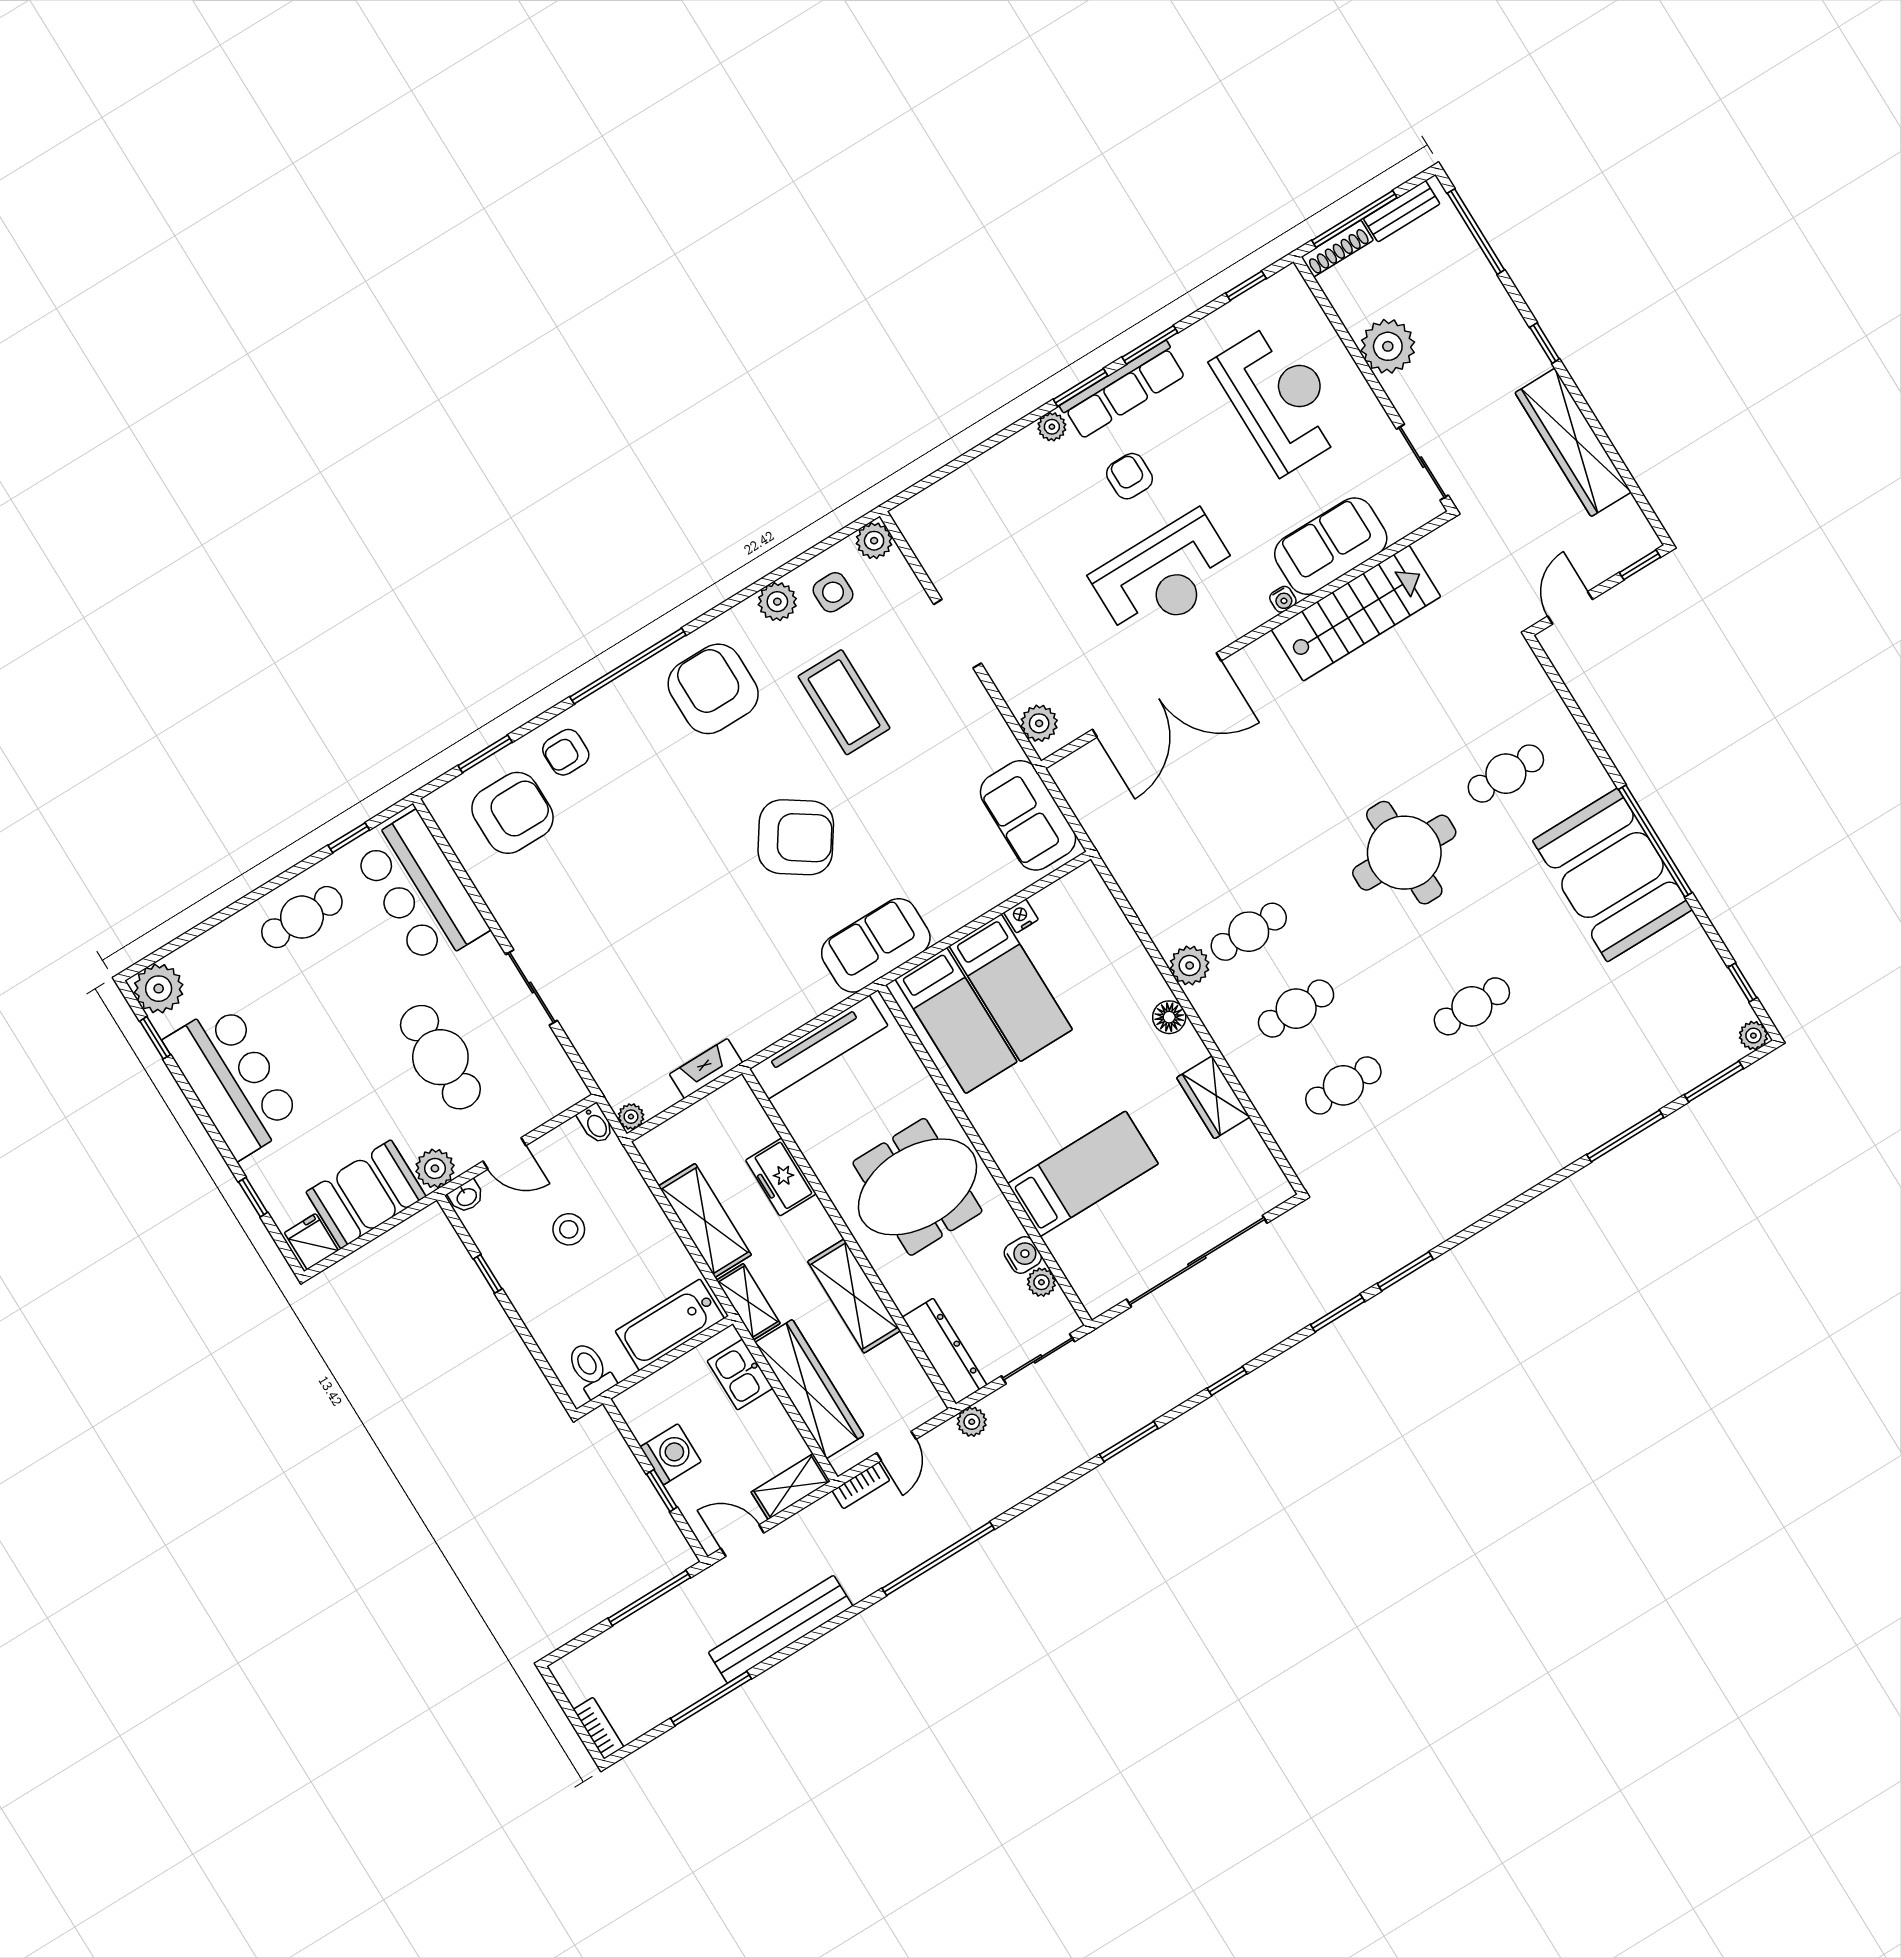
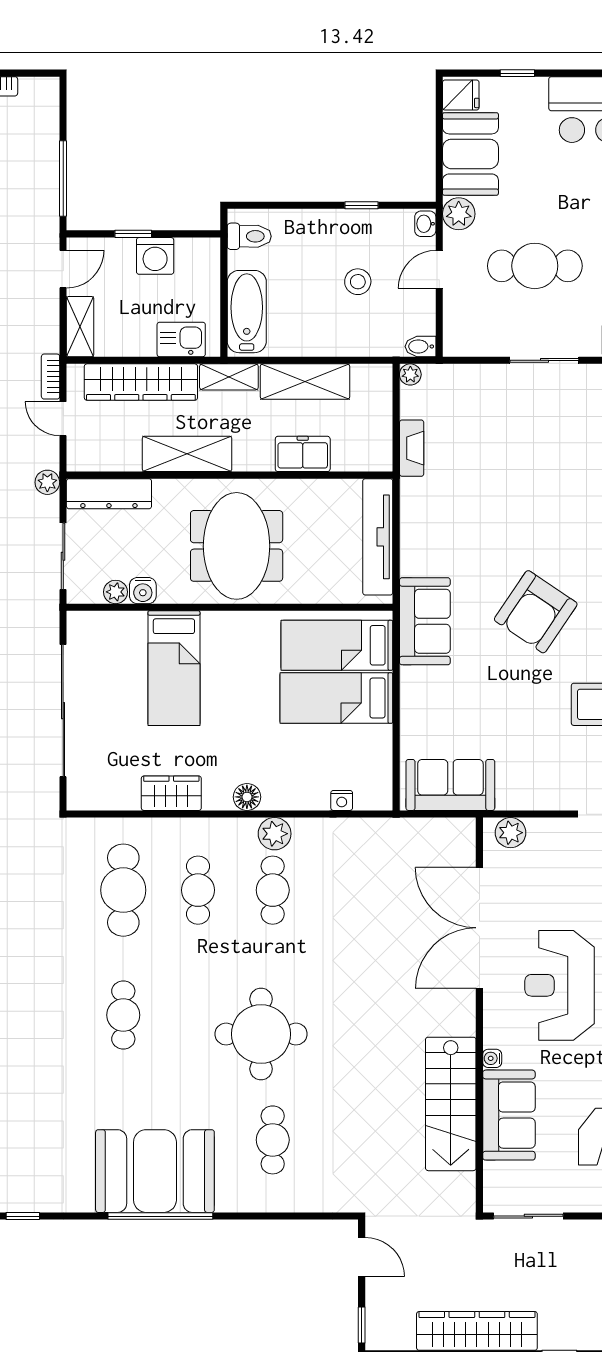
nightstand: (1021, 916) -> (342, 800), moved, turned 90
cafe table: (1343, 1085) -> (123, 890), width x1.37, depth x1.35

